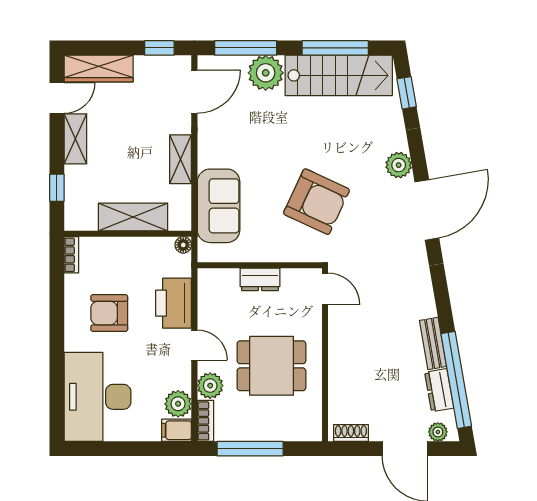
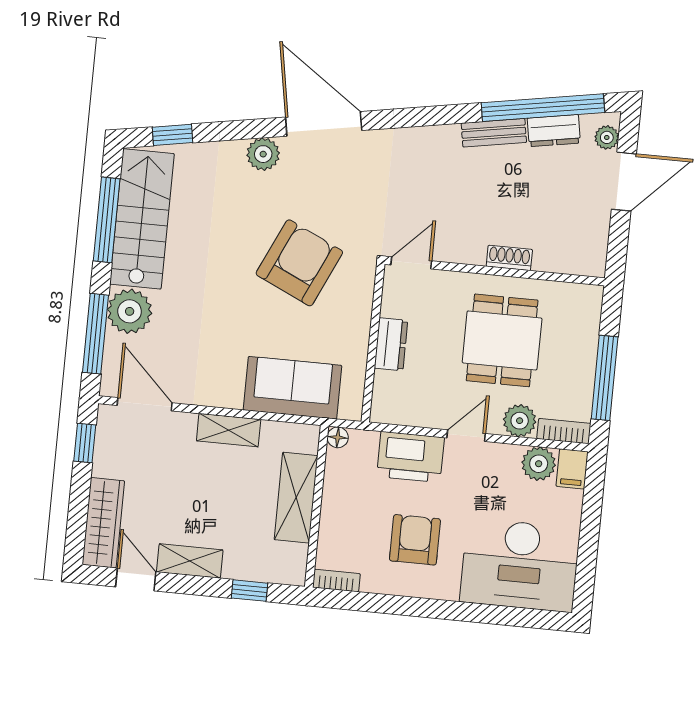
armchair: (109, 313) -> (415, 540), turned 180
shoe rack: (351, 433) -> (509, 258), moved, turned 90

